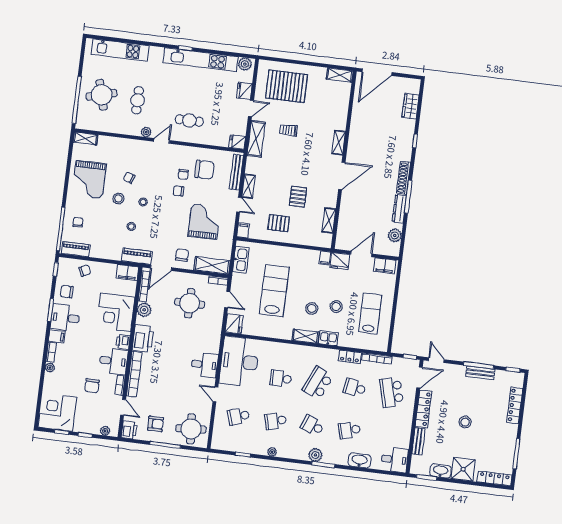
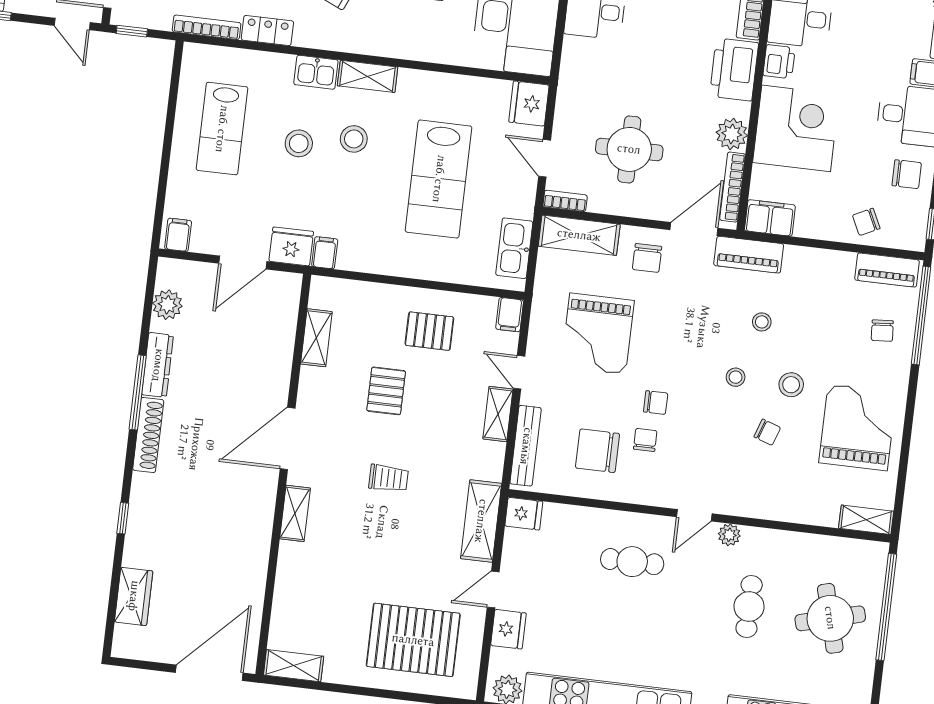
trolley: (288, 130) -> (389, 478), moved
filing cabinet: (385, 266) -> (178, 235), width x0.50

